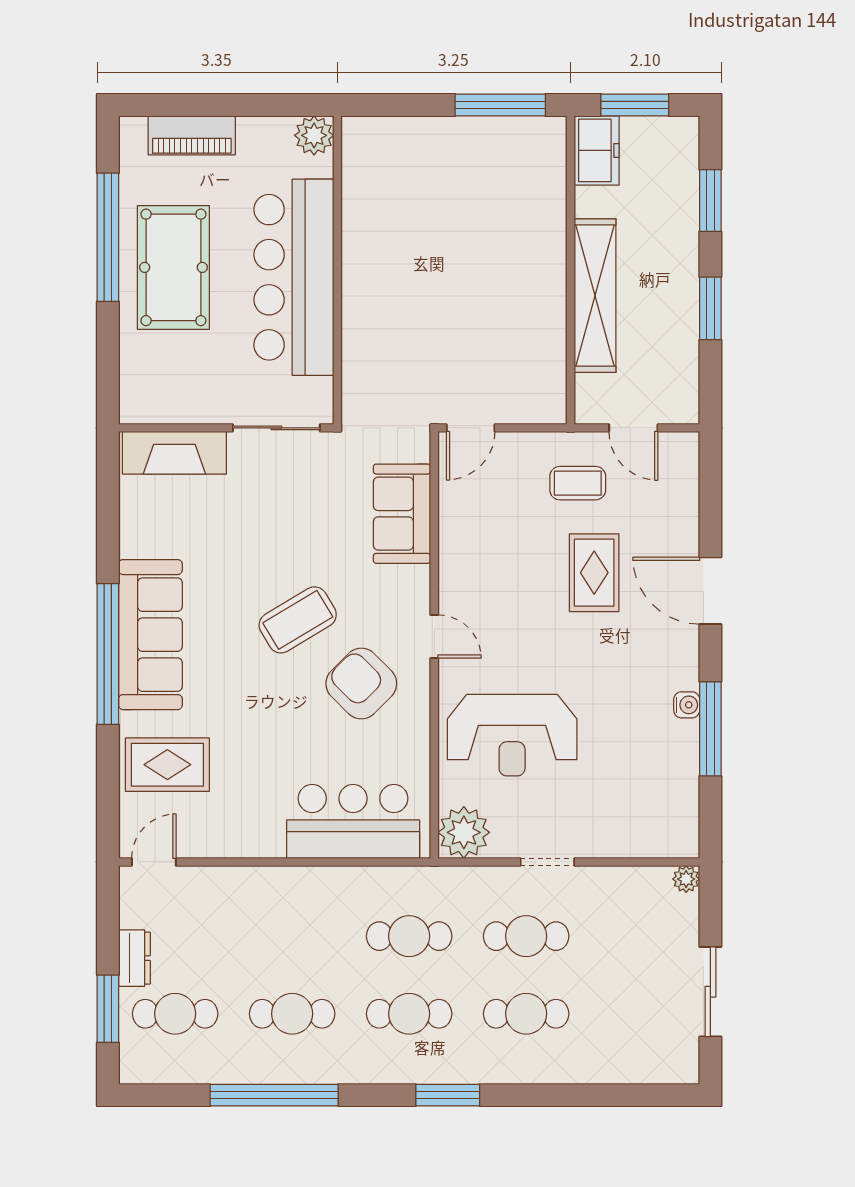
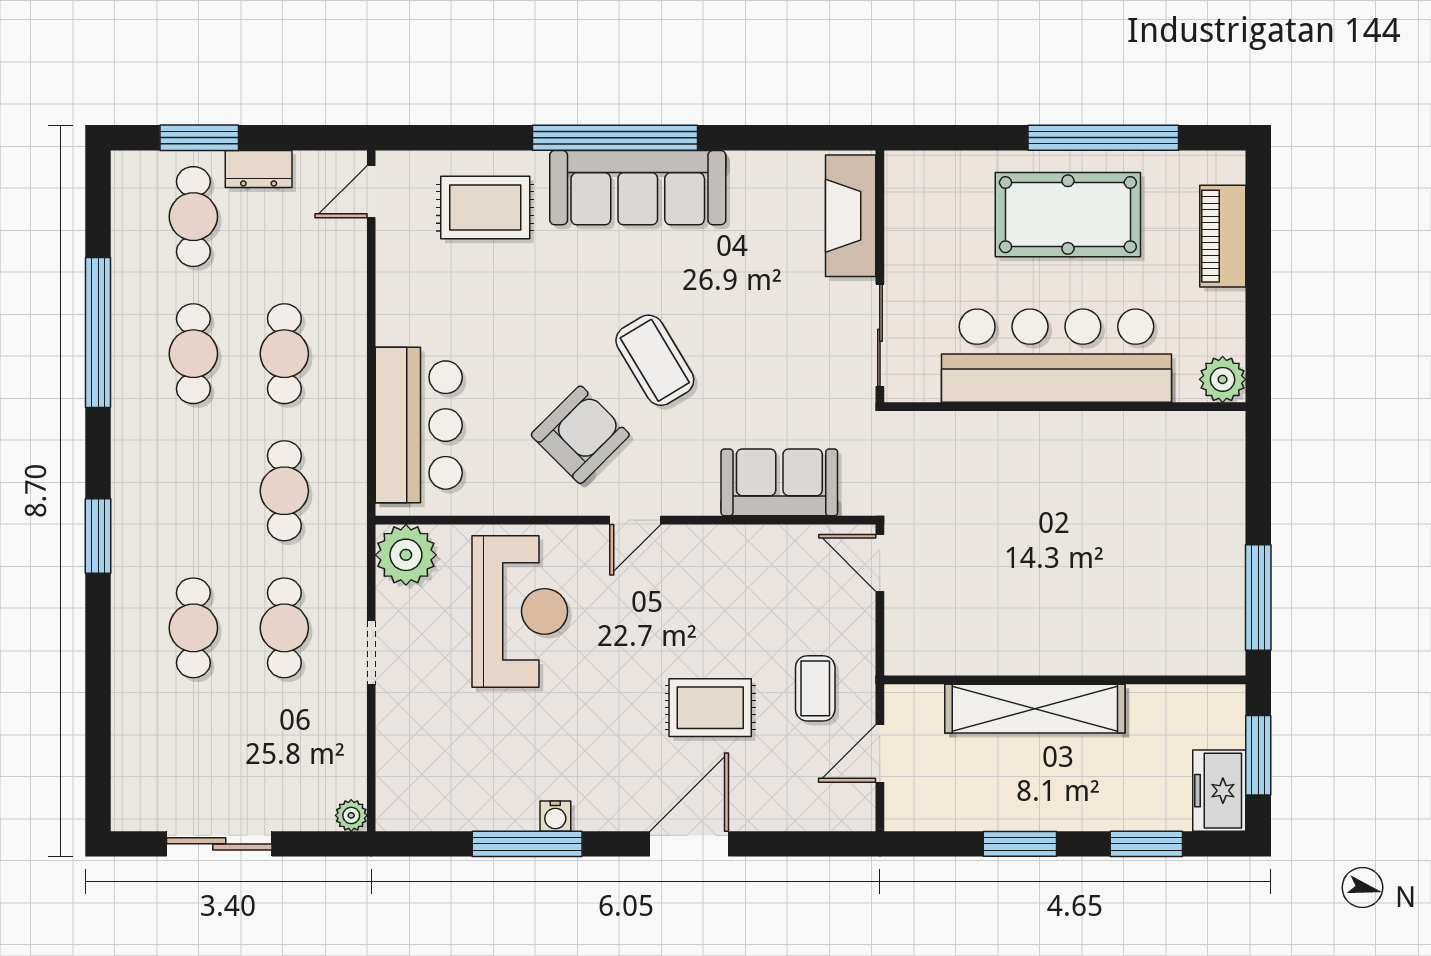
freezer: (597, 150) -> (1219, 791), moved, turned 90
reception desk: (512, 735) -> (520, 611), turned 180
rug: (167, 765) -> (485, 208), turned 90
door: (154, 862) -> (371, 192), swing flipped
cafe table: (409, 1014) -> (284, 354), moved

